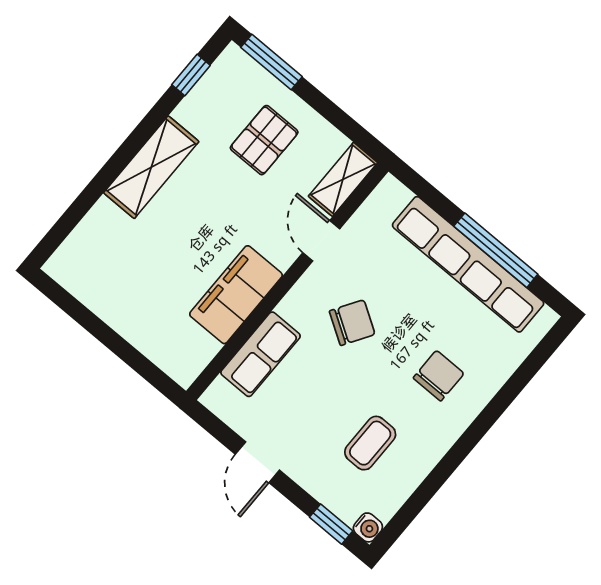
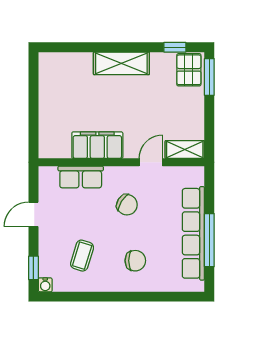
pallet: (264, 140) -> (189, 70), moved, turned 90
coffee table: (370, 443) -> (82, 256), turned -73

